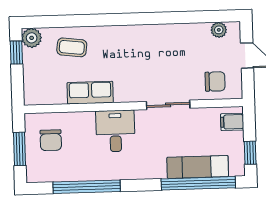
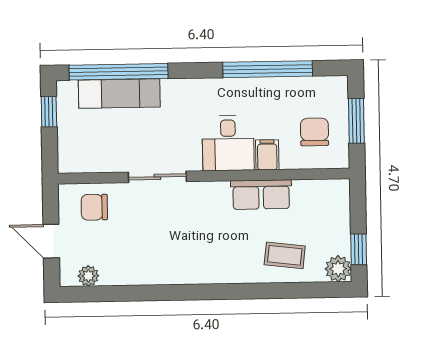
filing cabinet: (232, 122) -> (267, 155), moved, turned -90

